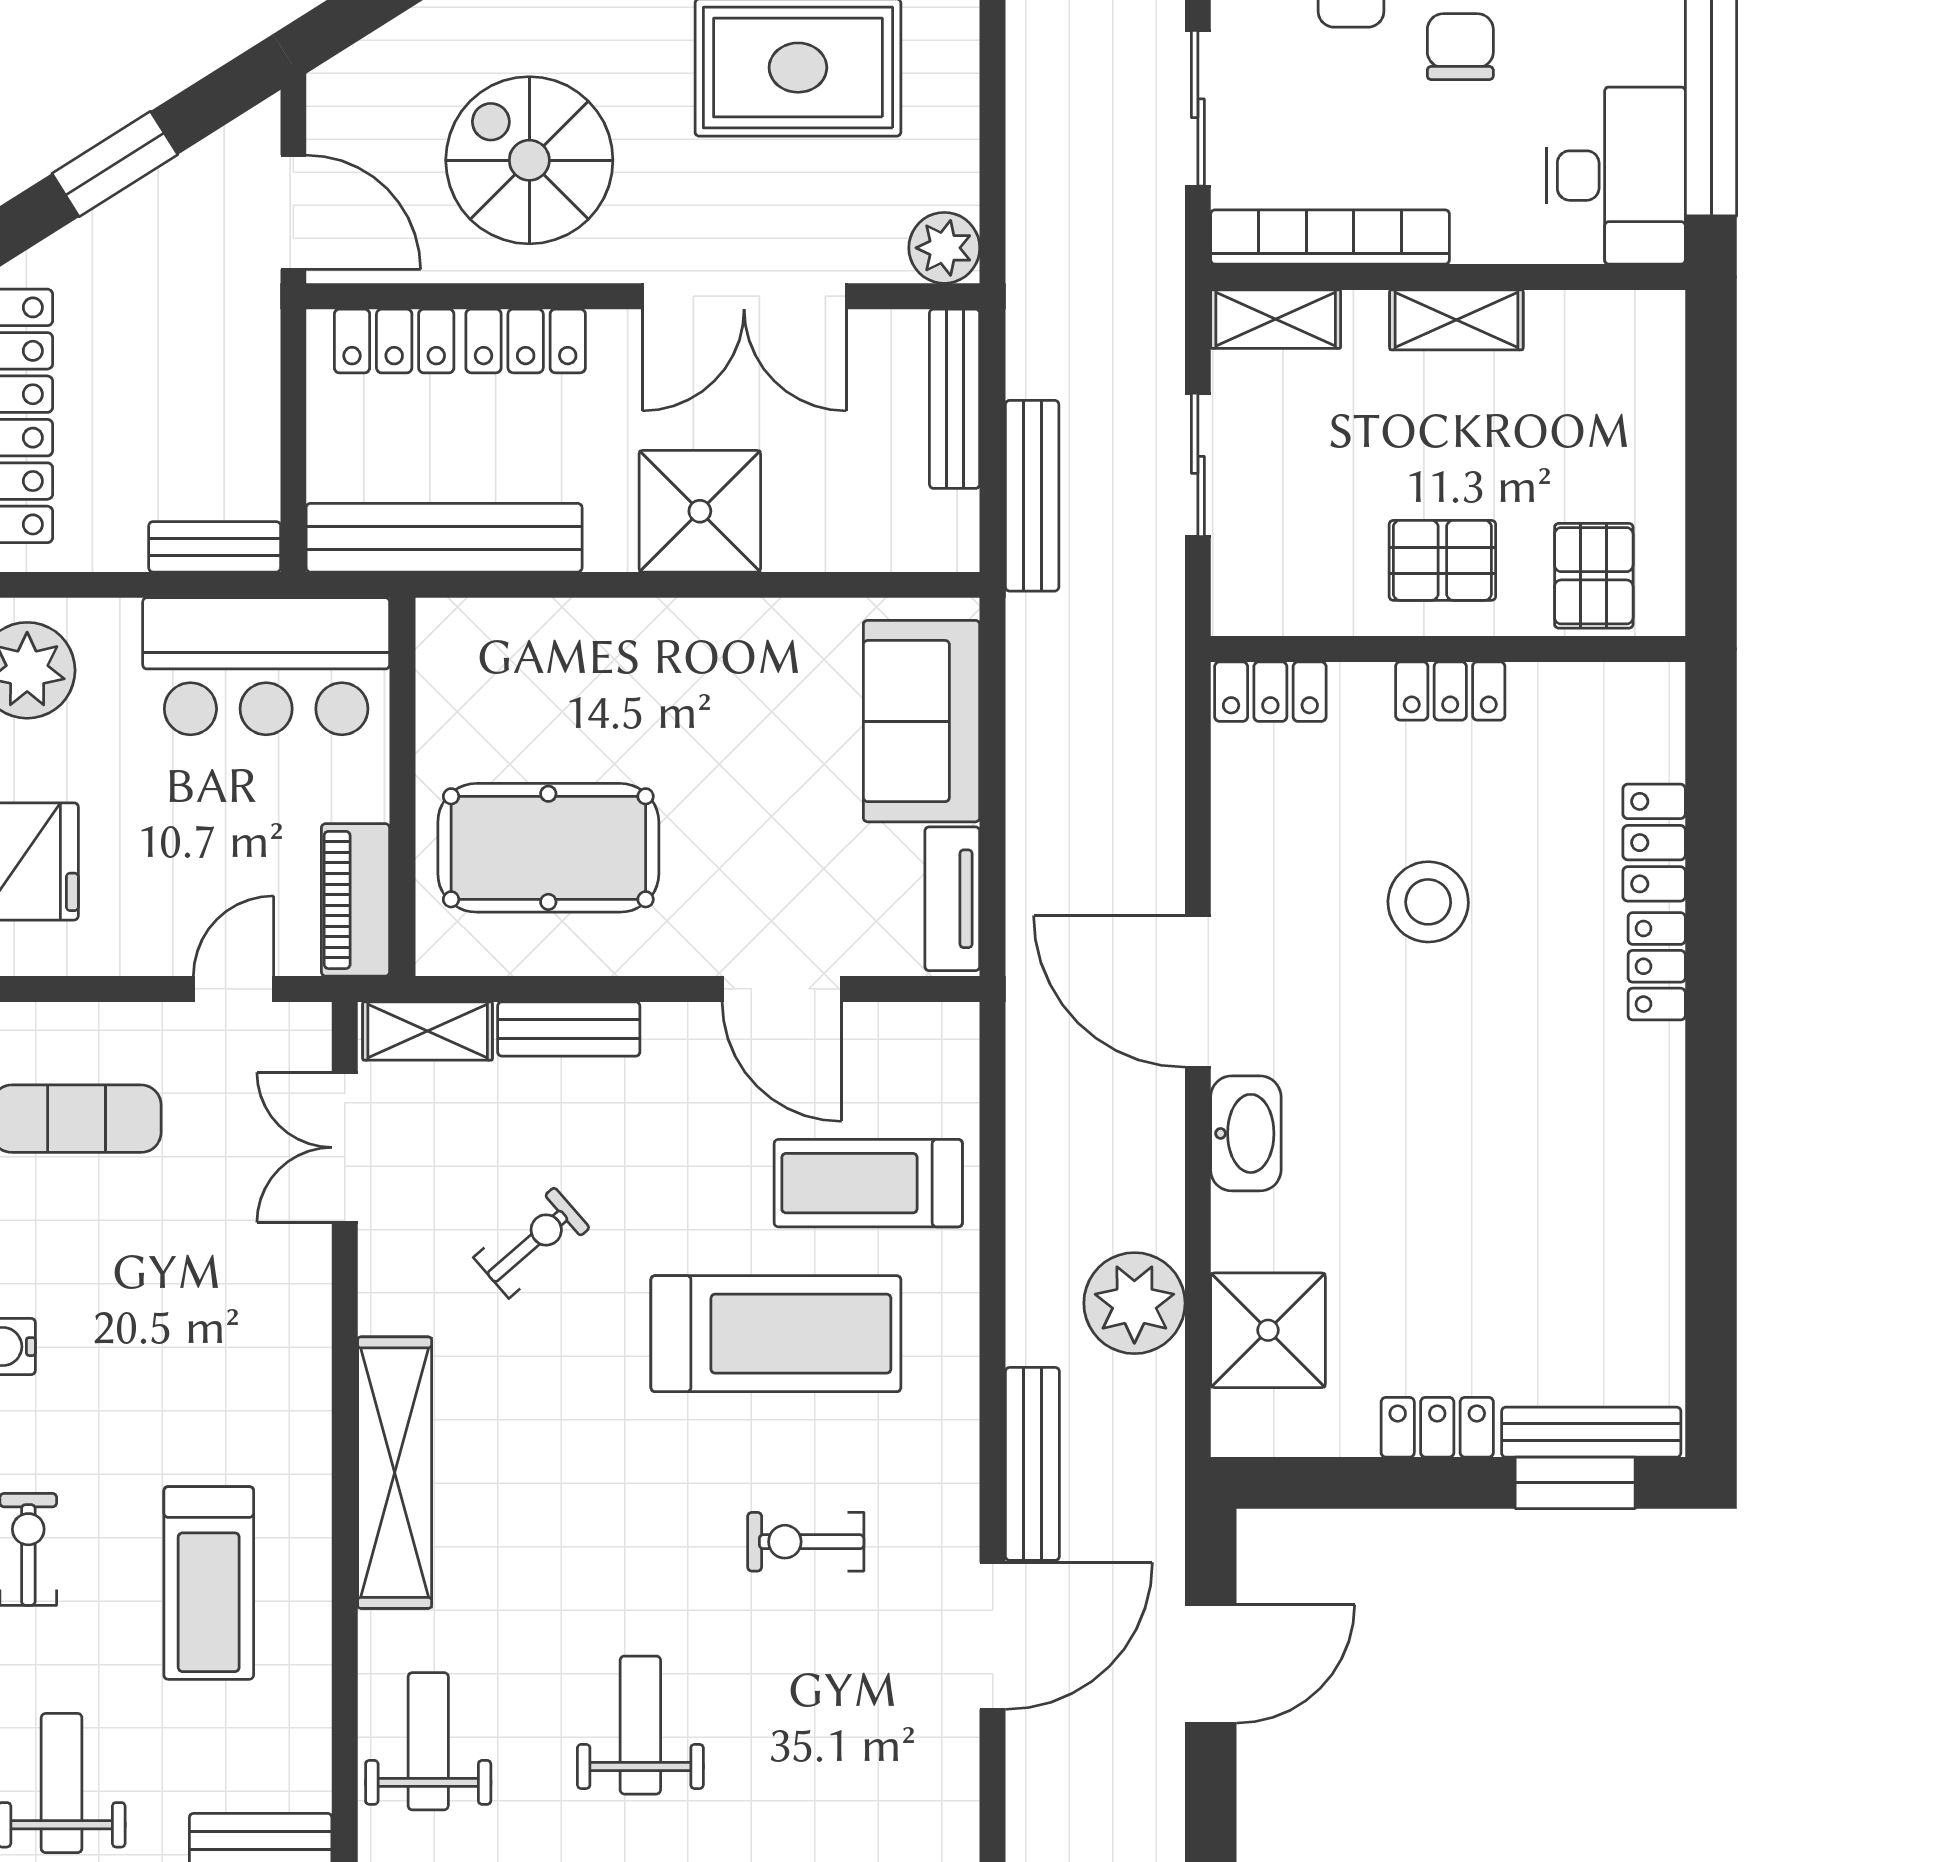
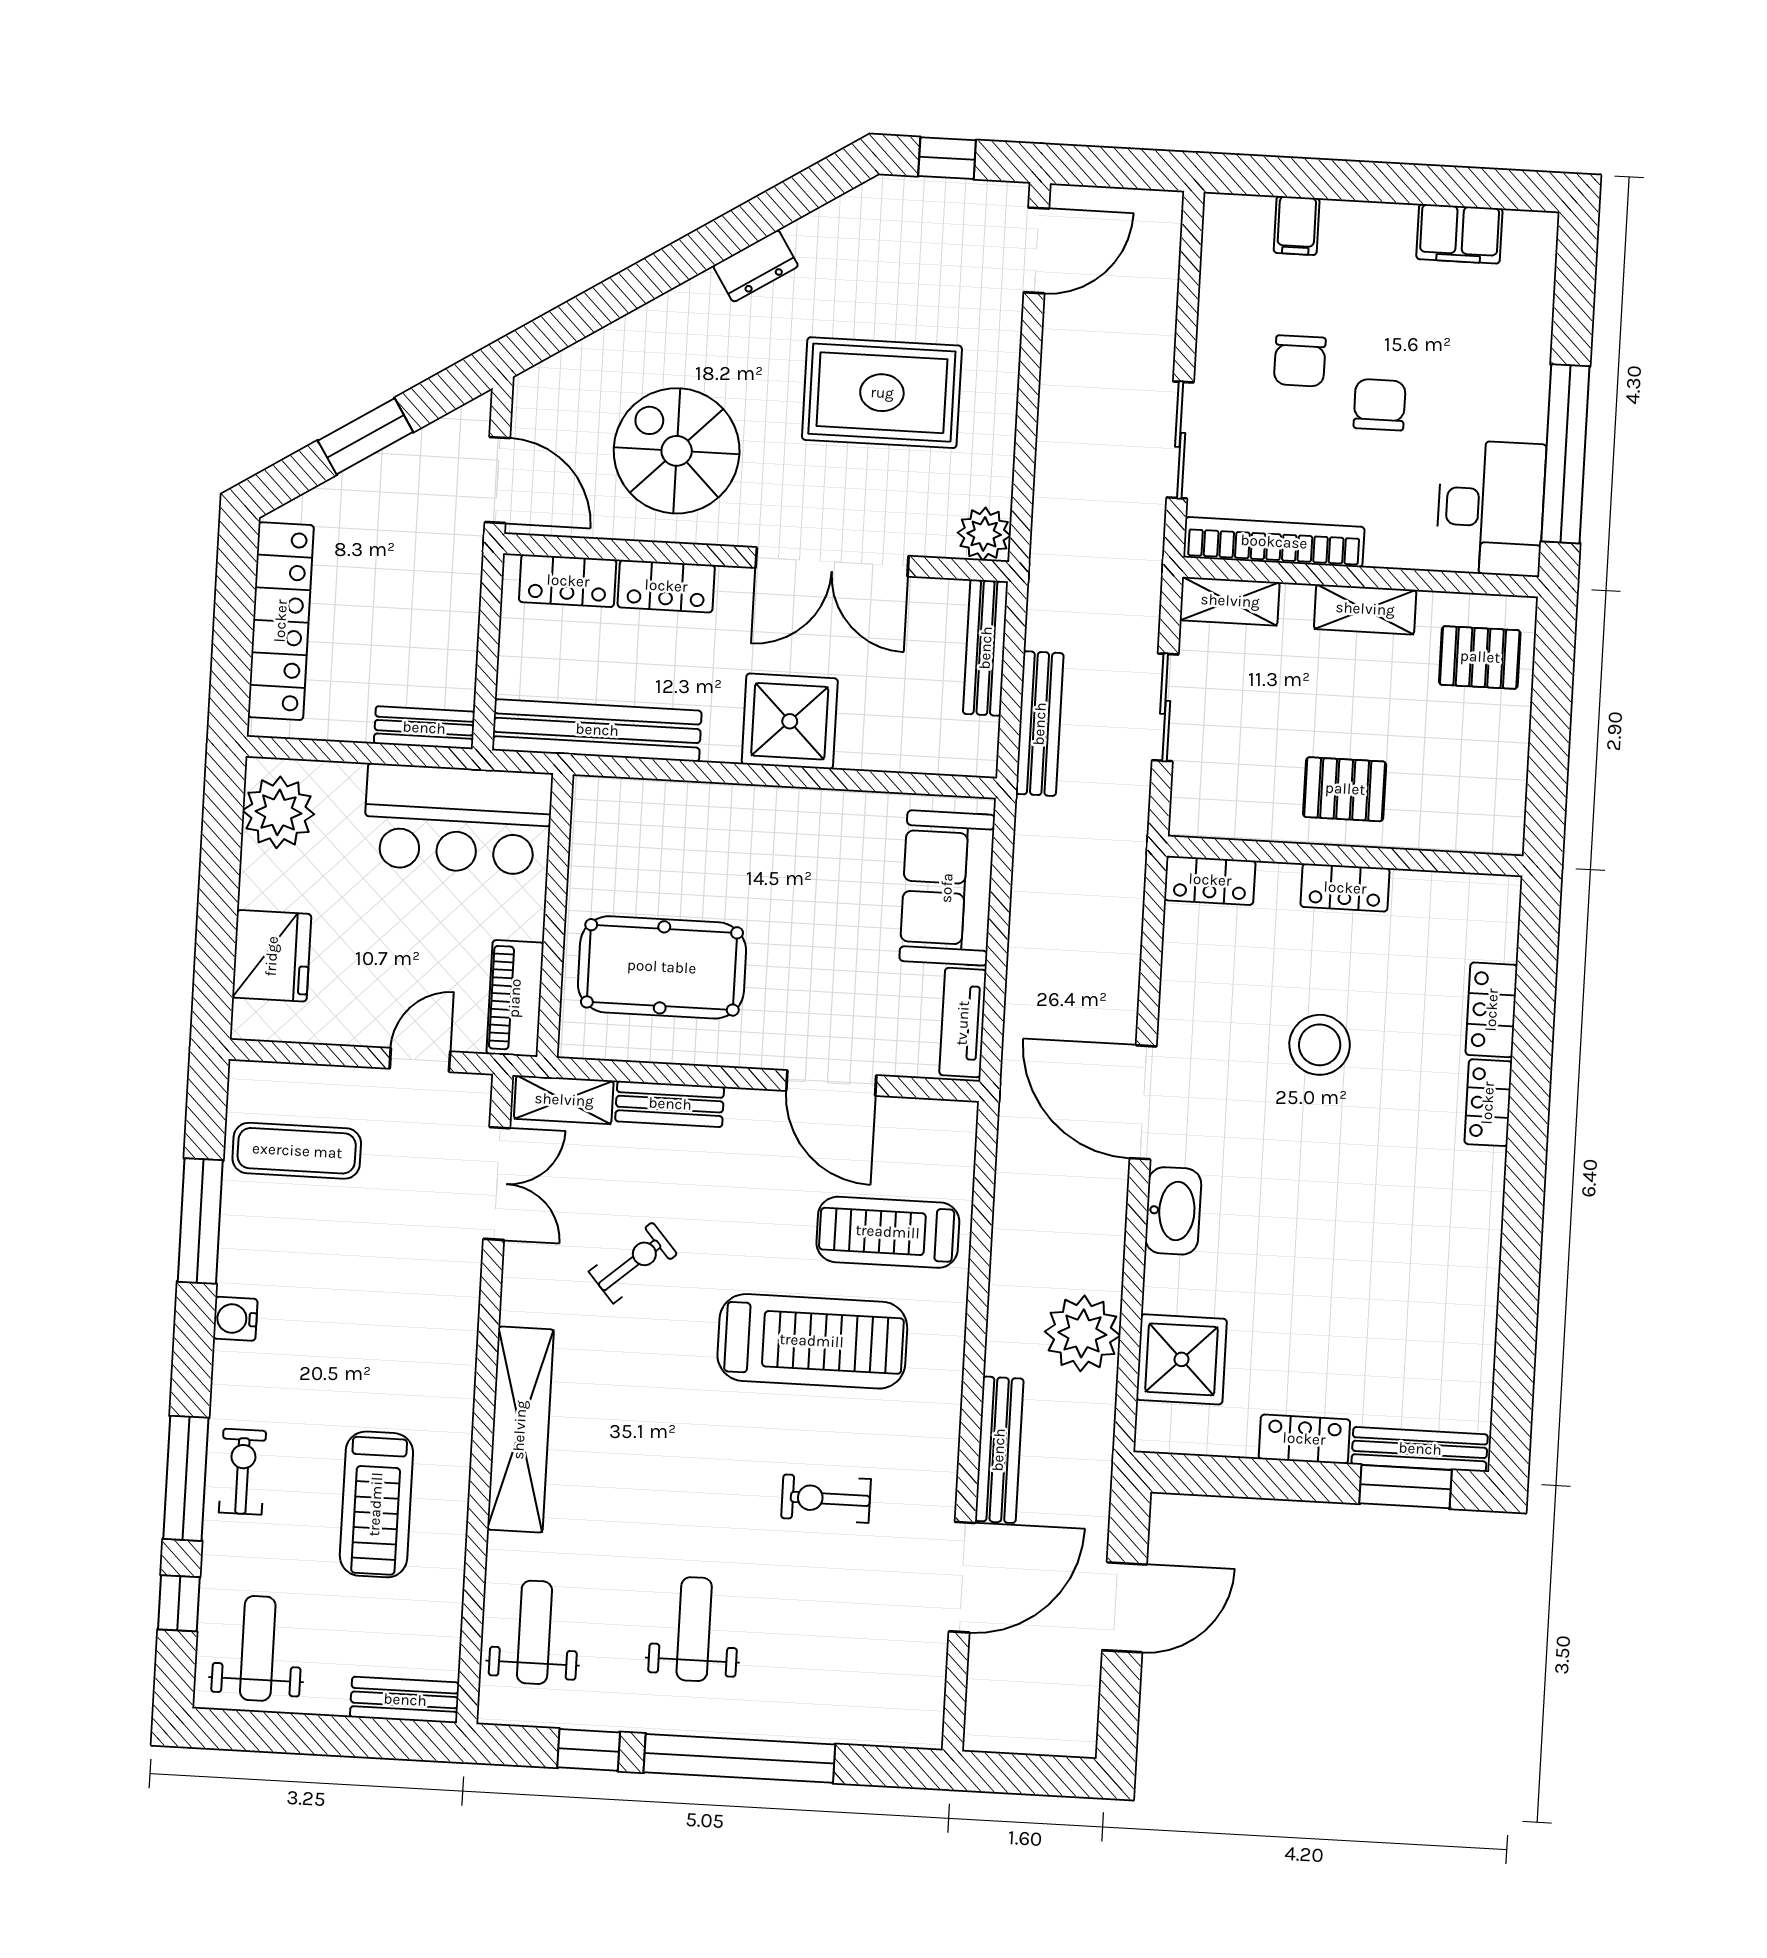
pallet: (1594, 576) -> (1480, 657), moved, turned 90
double door: (345, 1147) -> (497, 1183), swing flipped

